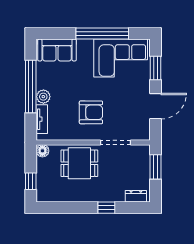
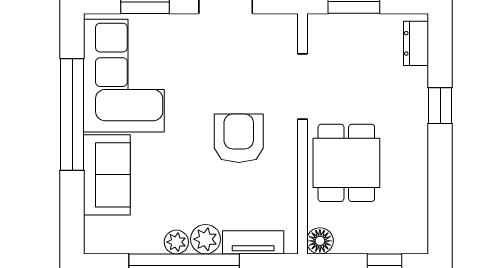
sofa: (57, 50) -> (107, 175), moved
plant: (42, 83) -> (176, 242), added

